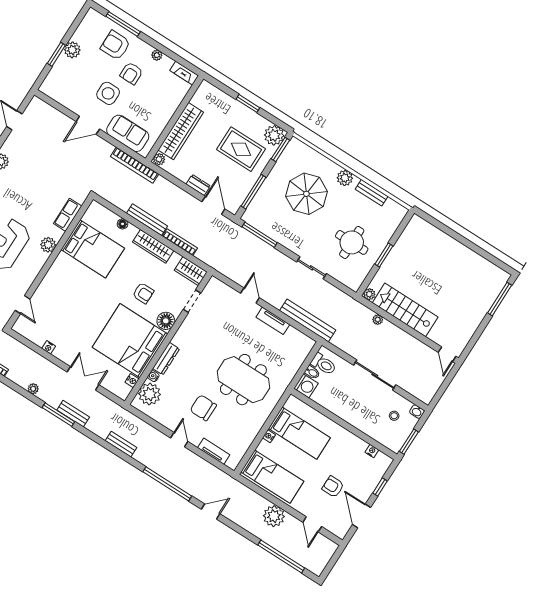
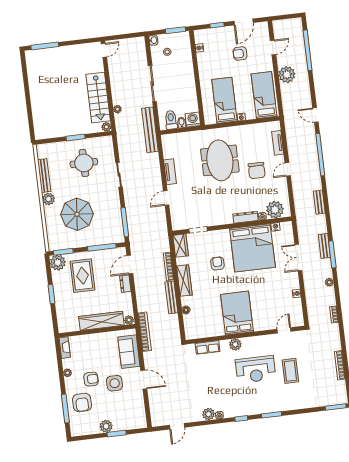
bench: (372, 193) -> (44, 176), width x1.36
bed: (93, 249) -> (237, 313), moved
bench: (308, 320) -> (150, 130), moved
floor lamp: (166, 321) -> (223, 236), removed
armchair: (333, 487) -> (240, 54), turned 90

